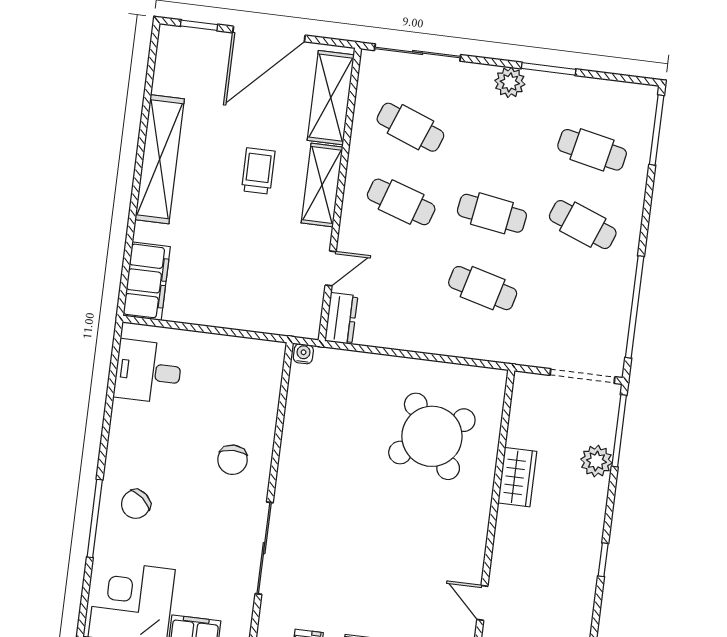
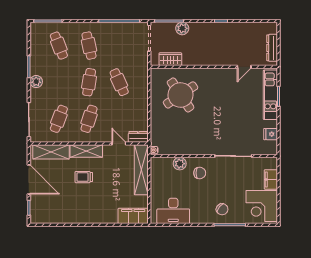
cafe table: (592, 150) -> (59, 46), turned -33
shelving: (160, 159) -> (141, 170), moved, turned 90
cafe table: (583, 225) -> (89, 46), turned -33
cafe table: (483, 288) -> (119, 82), turned -39
desk: (148, 372) -> (173, 211), width x1.37
plant: (262, 413) -> (180, 164), added
wardrobe: (517, 477) -> (170, 59), moved

